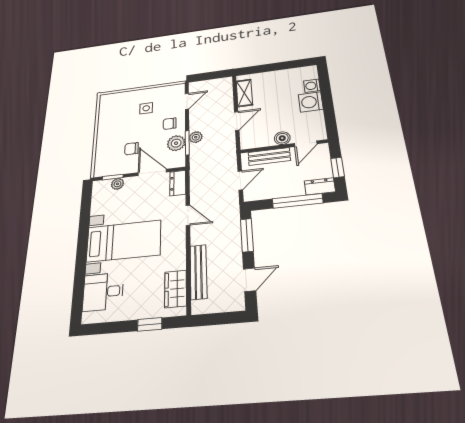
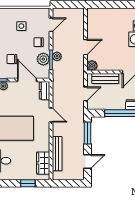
shelving: (244, 93) -> (92, 24), removed
boiler: (282, 138) -> (92, 66), moved

